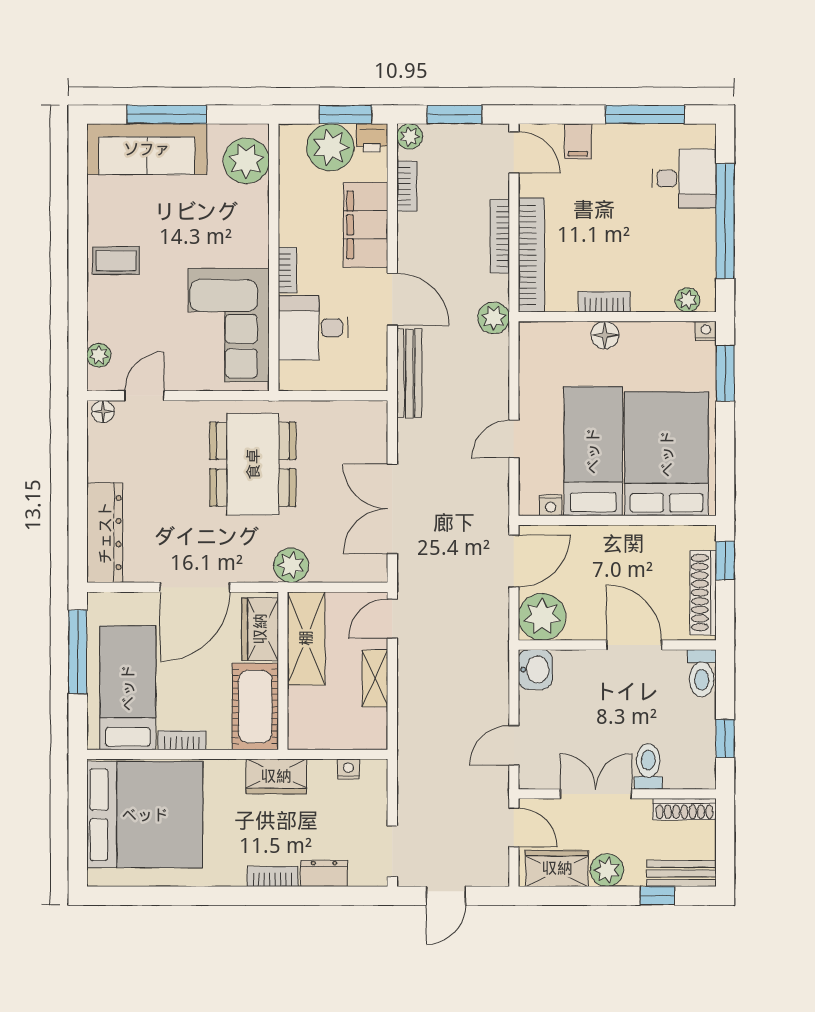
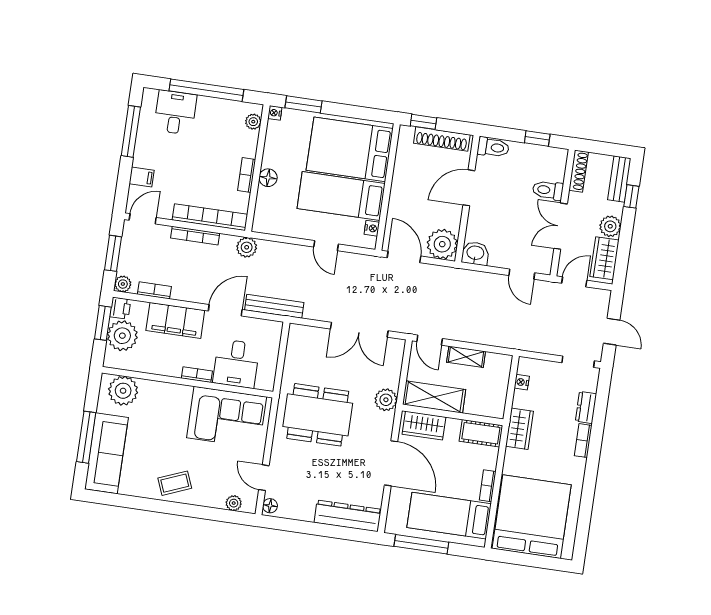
coffee table: (116, 261) -> (175, 483), turned 68
cot: (255, 707) -> (481, 433), width x0.73, depth x0.75

